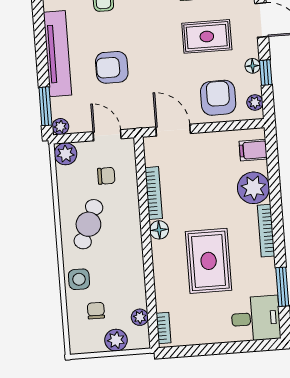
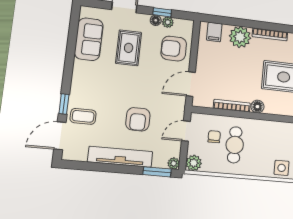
plant: (255, 102) -> (168, 22), moved
cafe table: (88, 224) -> (235, 145), moved, turned 67

